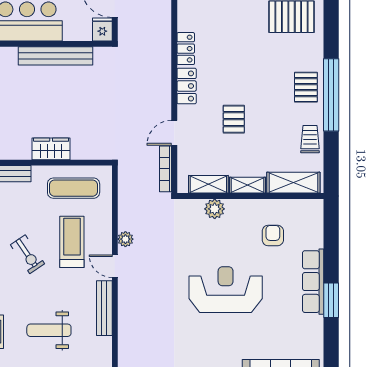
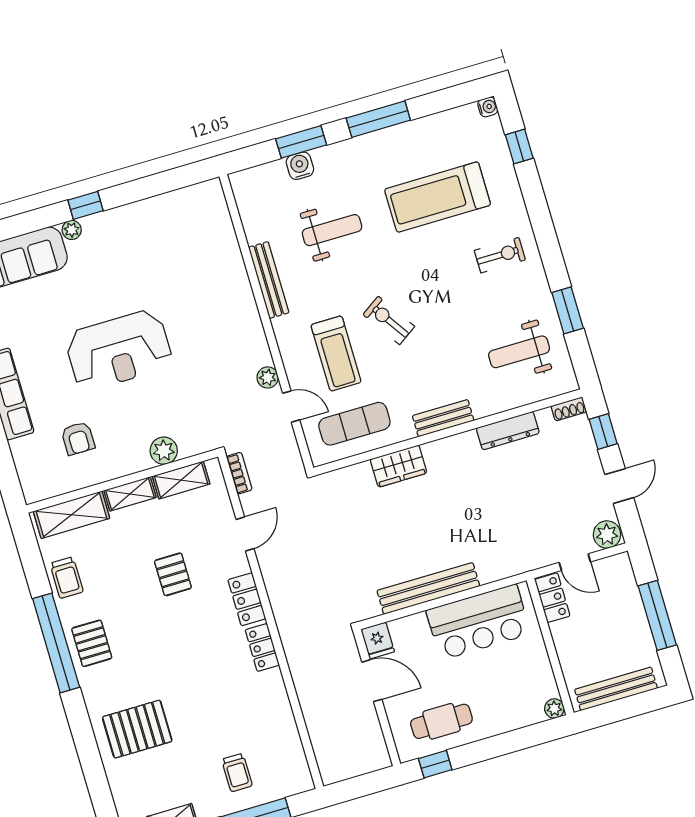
bookcase: (166, 169) -> (239, 473), width x0.64
door: (115, 266) -> (291, 407), moved

